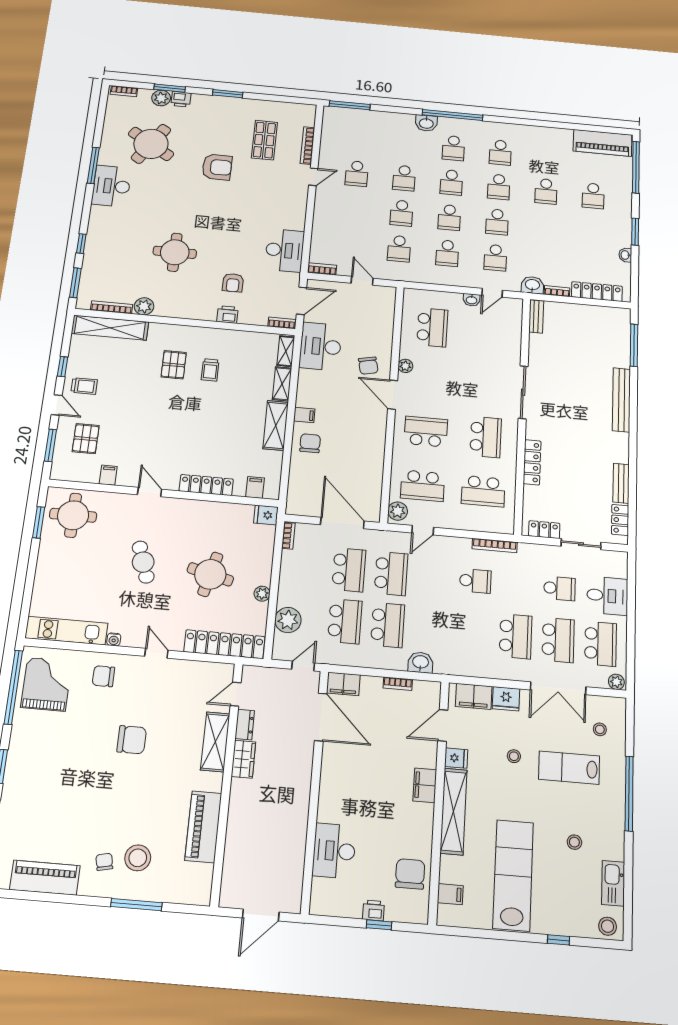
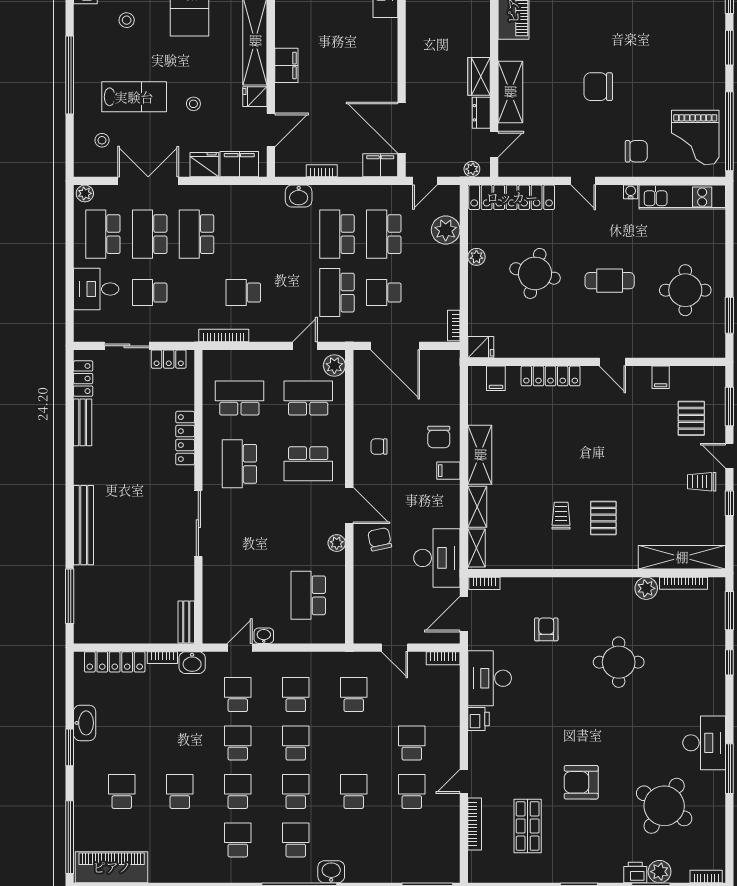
school desk: (402, 213) -> (412, 743), moved
washbasin: (625, 255) -> (85, 723), width x1.91, depth x1.45
printer: (227, 315) -> (478, 719), moved, turned -90
chair: (363, 440) -> (379, 447), added
round table: (73, 515) -> (685, 290), moved
cafe table: (143, 562) -> (610, 281), turned -71
school desk: (349, 570) -> (384, 293), width x0.54
plant: (259, 673) -> (472, 169), added

